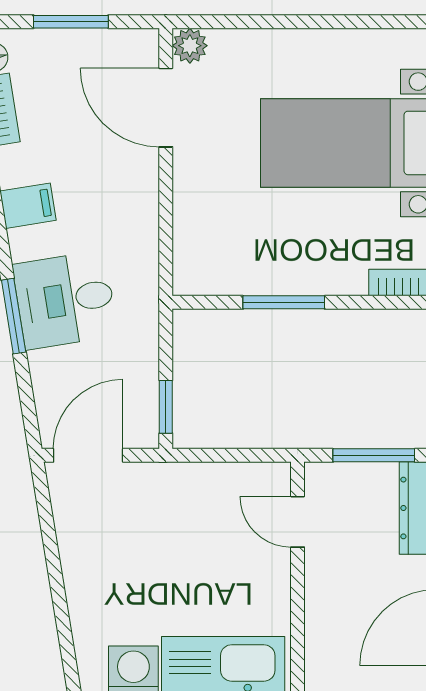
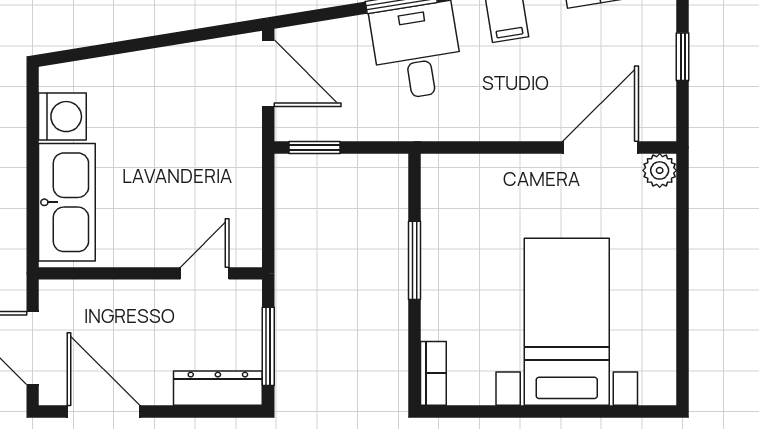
window: (71, 22) -> (683, 57), width x0.67

